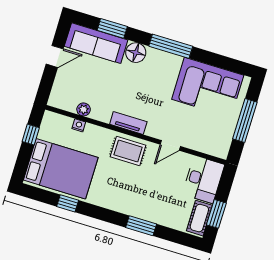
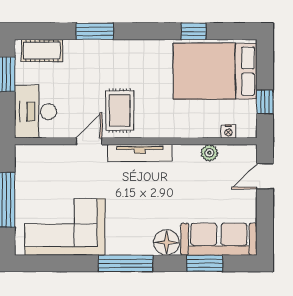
door: (55, 56) -> (265, 176), moved
tv unit: (128, 123) -> (140, 153), width x1.41
nightstand: (79, 125) -> (228, 131), moved
rug: (128, 151) -> (120, 111), moved, turned 90
cot: (199, 218) -> (42, 51), moved, turned 90

